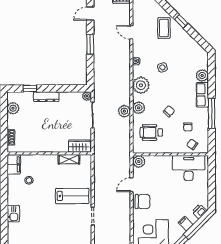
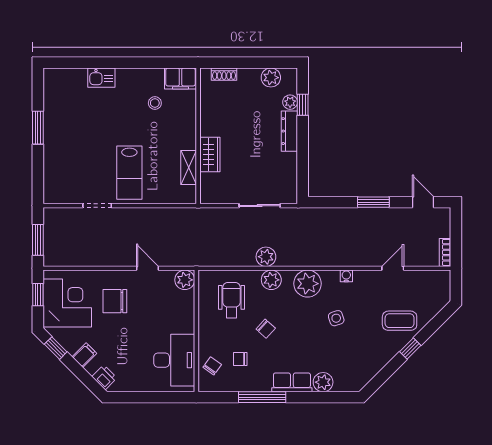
plant: (87, 96) -> (290, 102), moved
wardrobe: (80, 146) -> (210, 154), moved
chair: (143, 202) -> (115, 301), moved, turned 90

